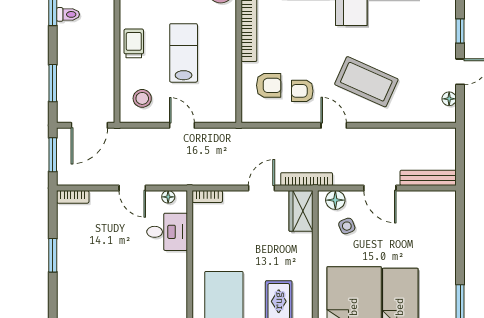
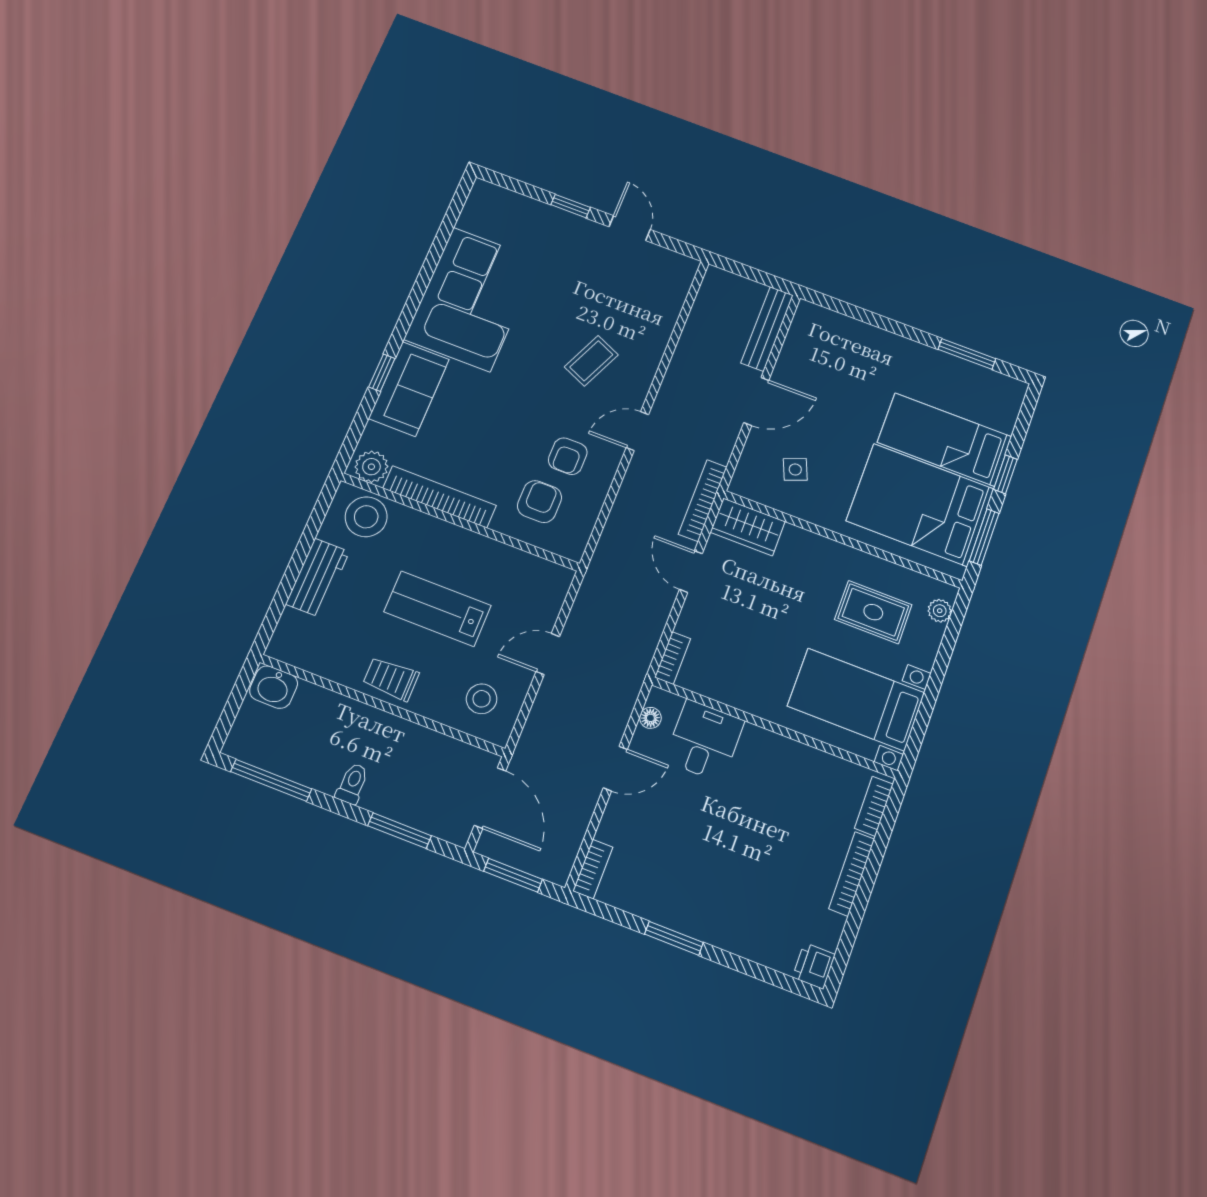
toilet: (68, 14) -> (352, 784), moved
coffee table: (366, 82) -> (591, 361), width x0.54, depth x0.58
floor lamp: (449, 99) -> (663, 257), removed
floor lamp: (335, 200) -> (750, 471), removed

